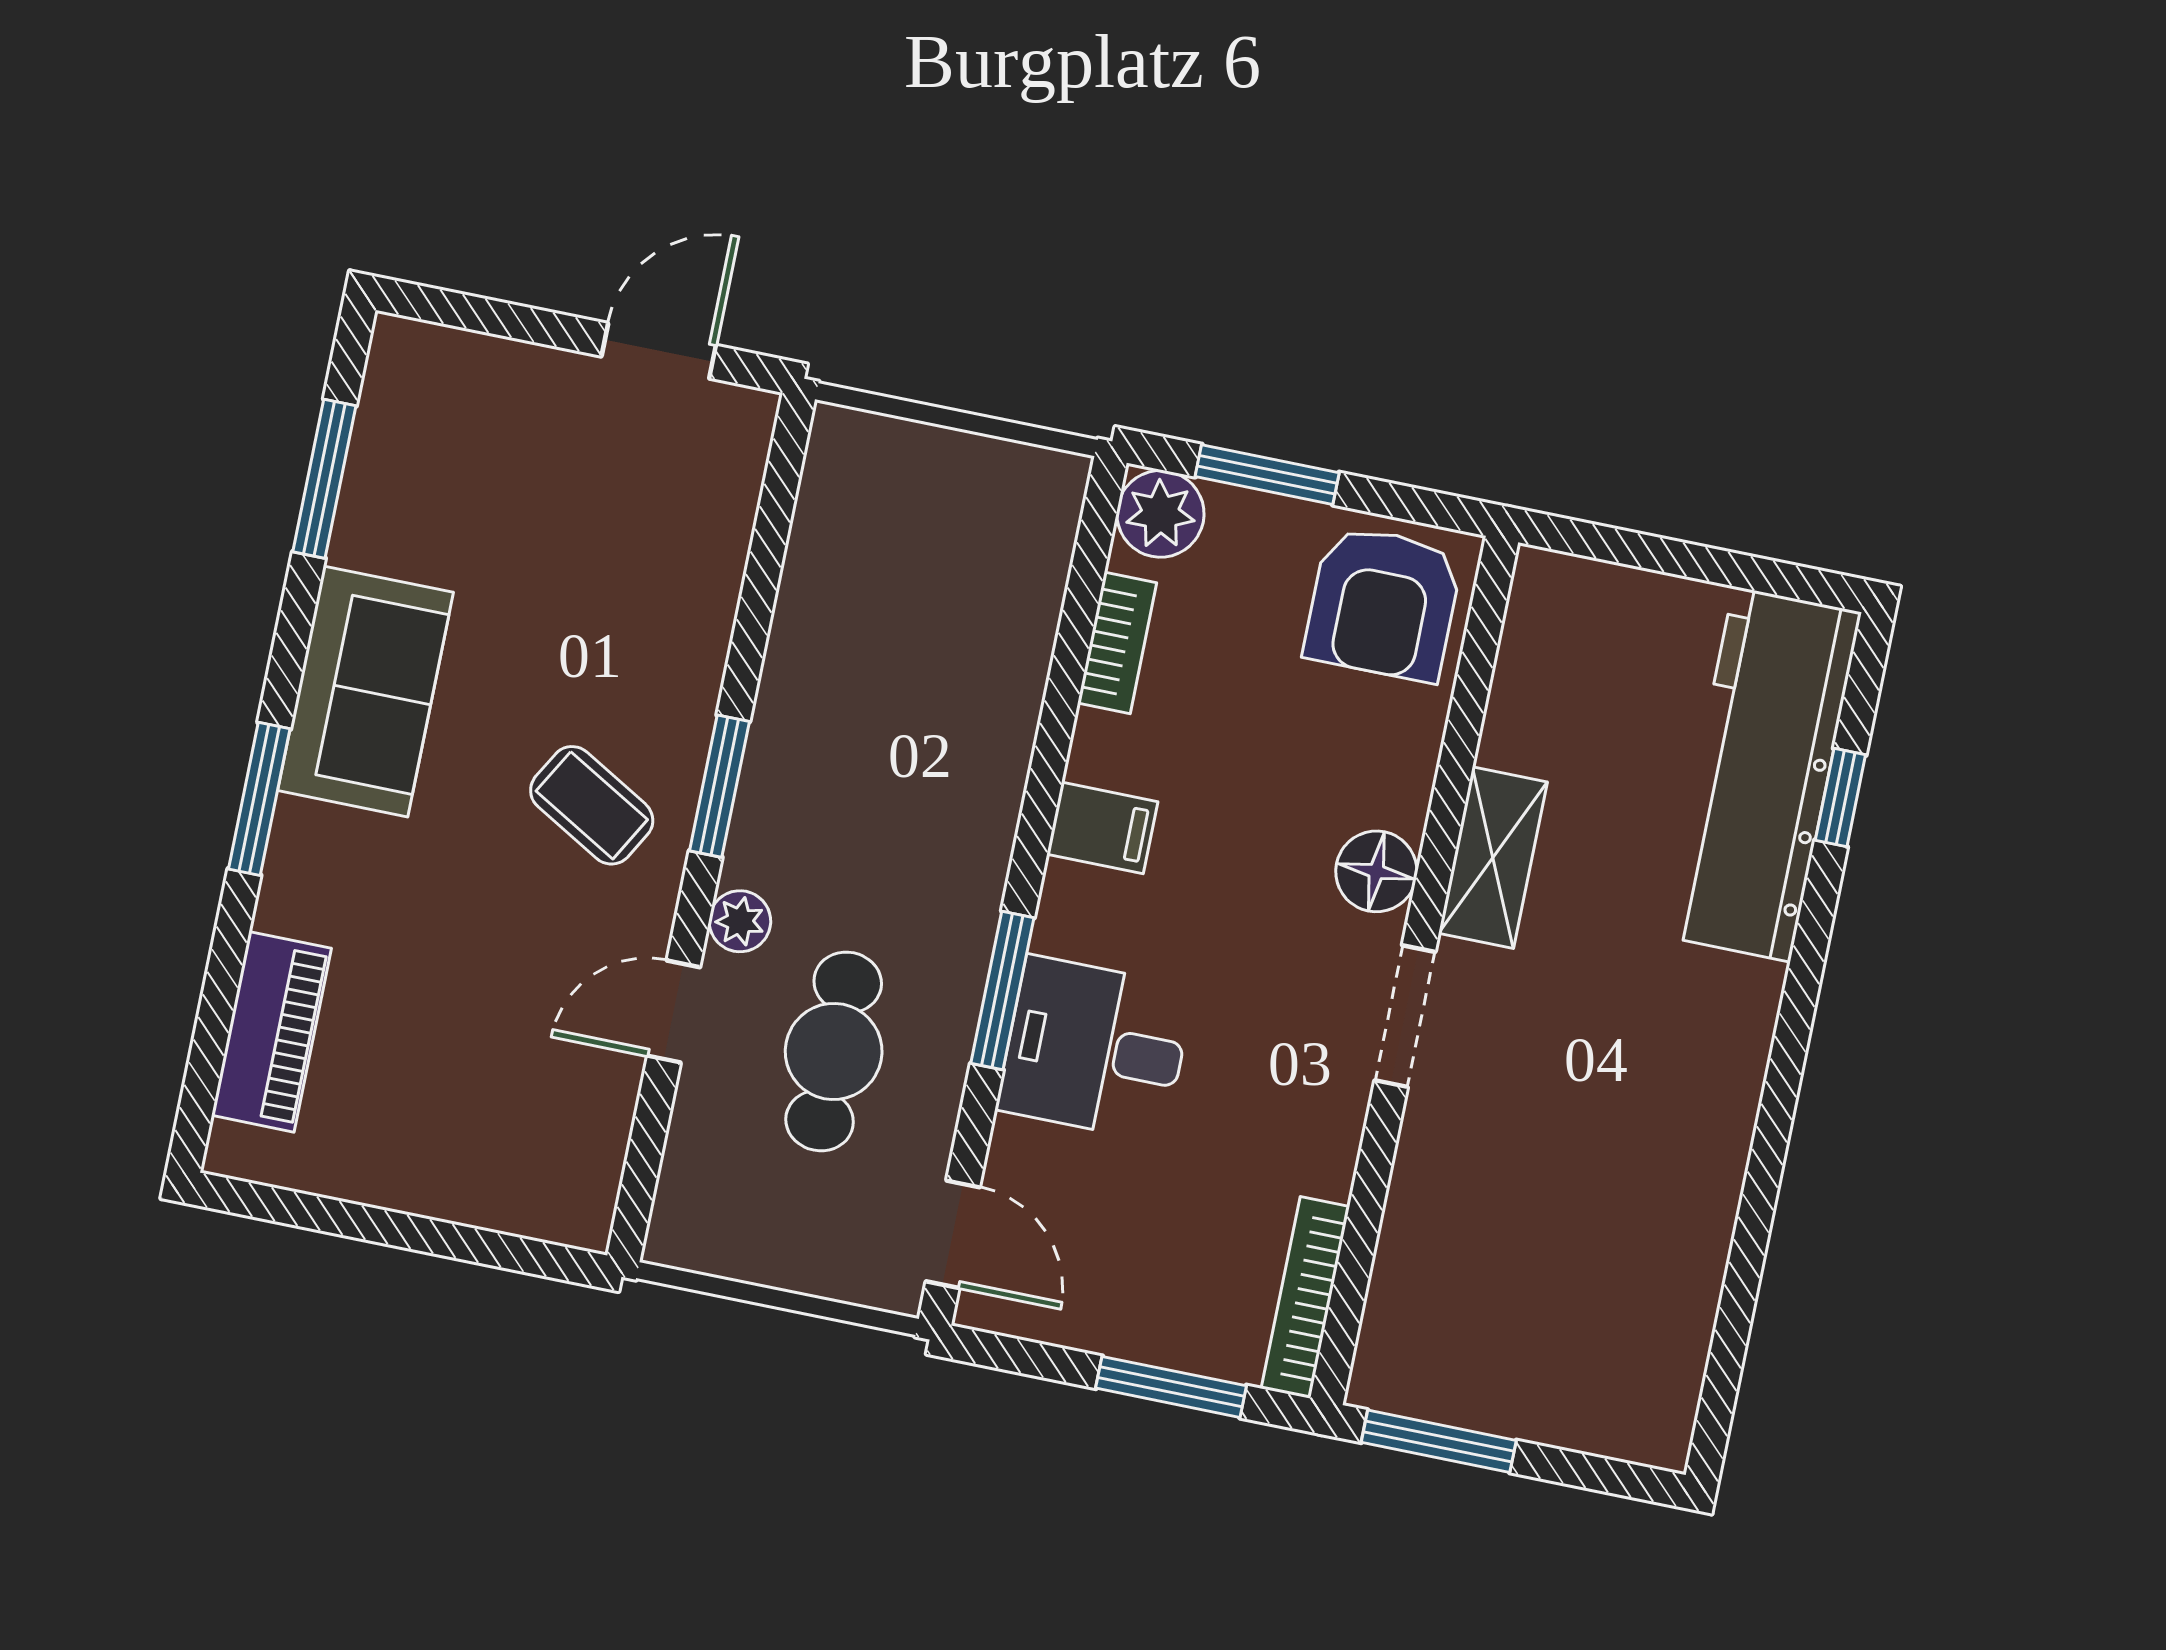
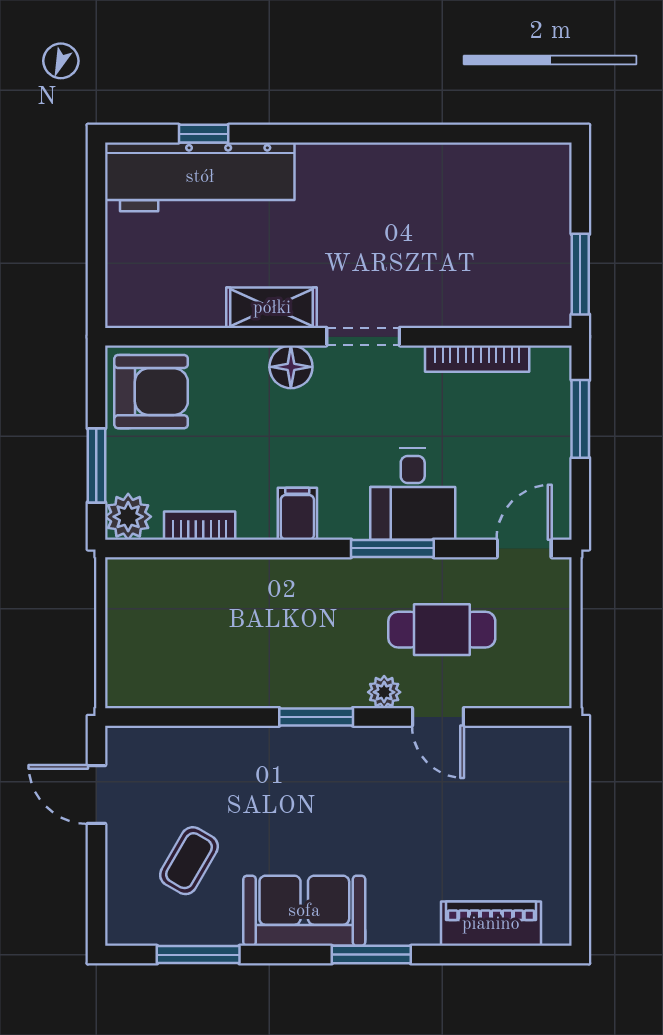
coffee table: (592, 805) -> (189, 861), moved
bookcase: (1305, 1297) -> (477, 359), moved

